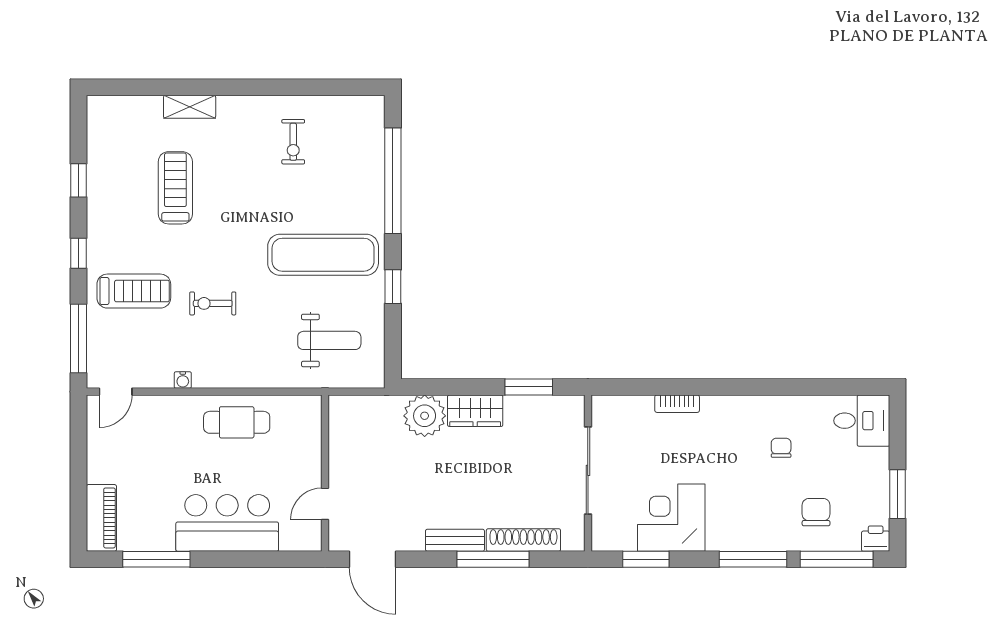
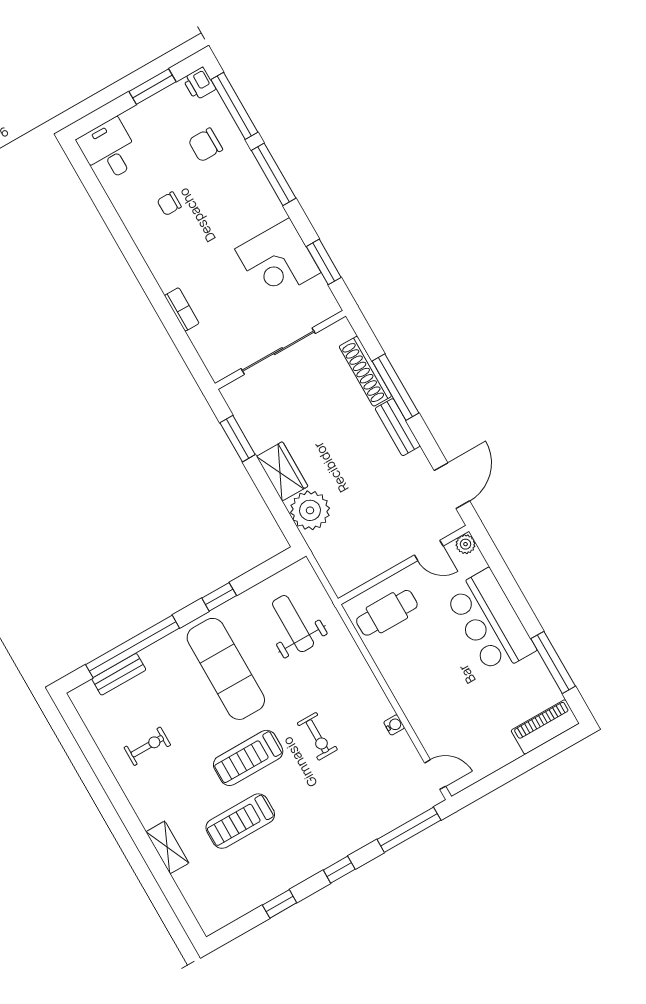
bench: (374, 153) -> (119, 674), added
treadmill: (134, 291) -> (248, 758), moved, turned -90
cafe table: (237, 422) -> (387, 613), moved, turned 90
plant: (312, 541) -> (466, 544), added

